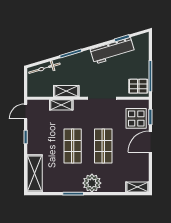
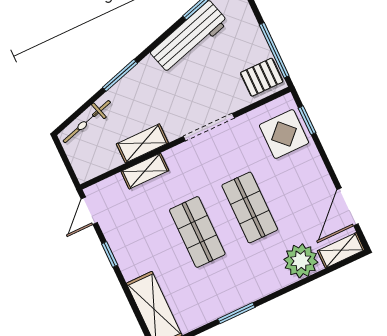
door: (150, 142) -> (348, 207), moved
plant: (92, 183) -> (301, 261), moved

